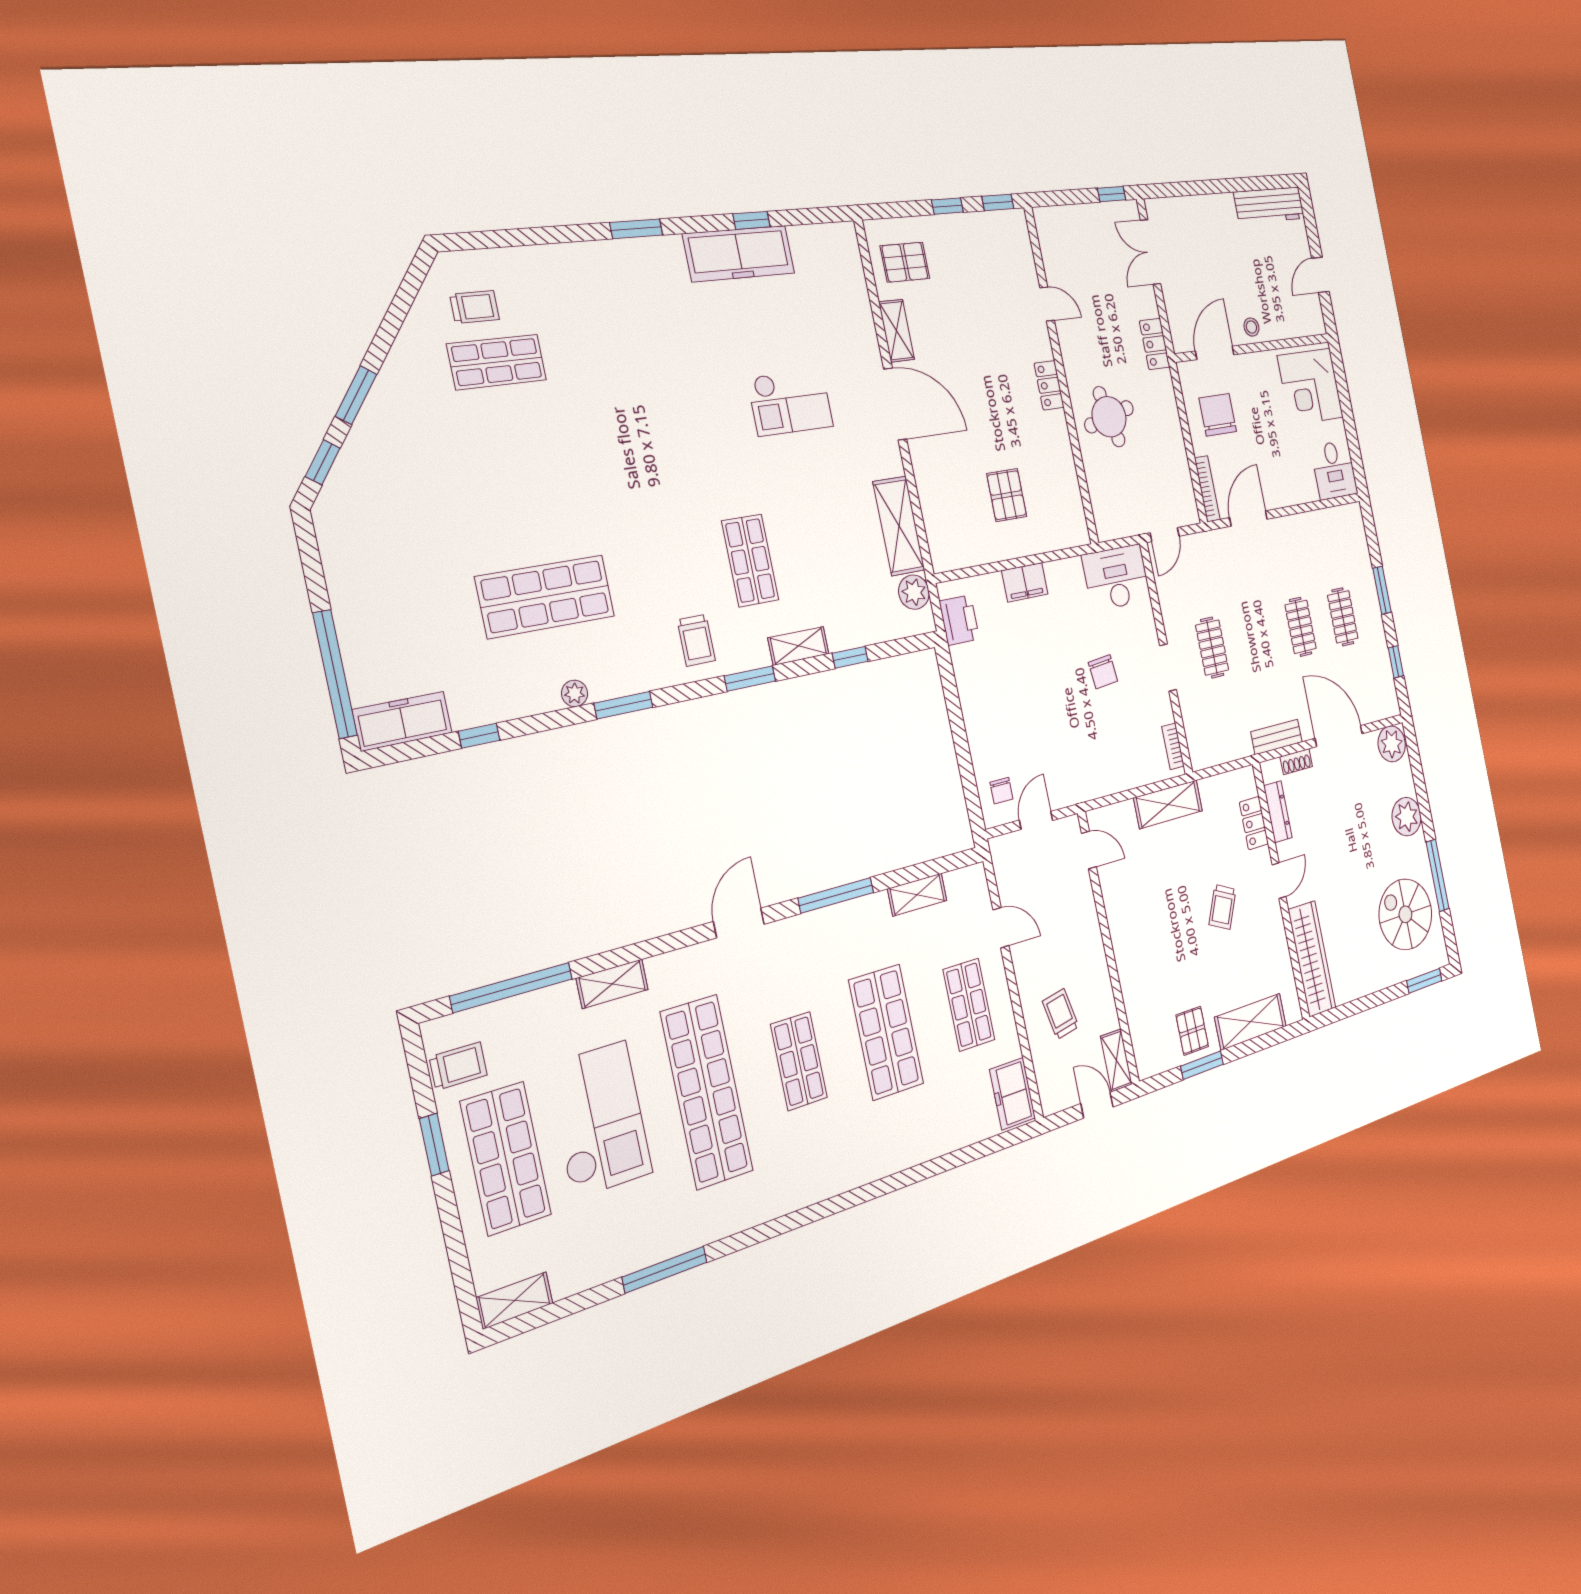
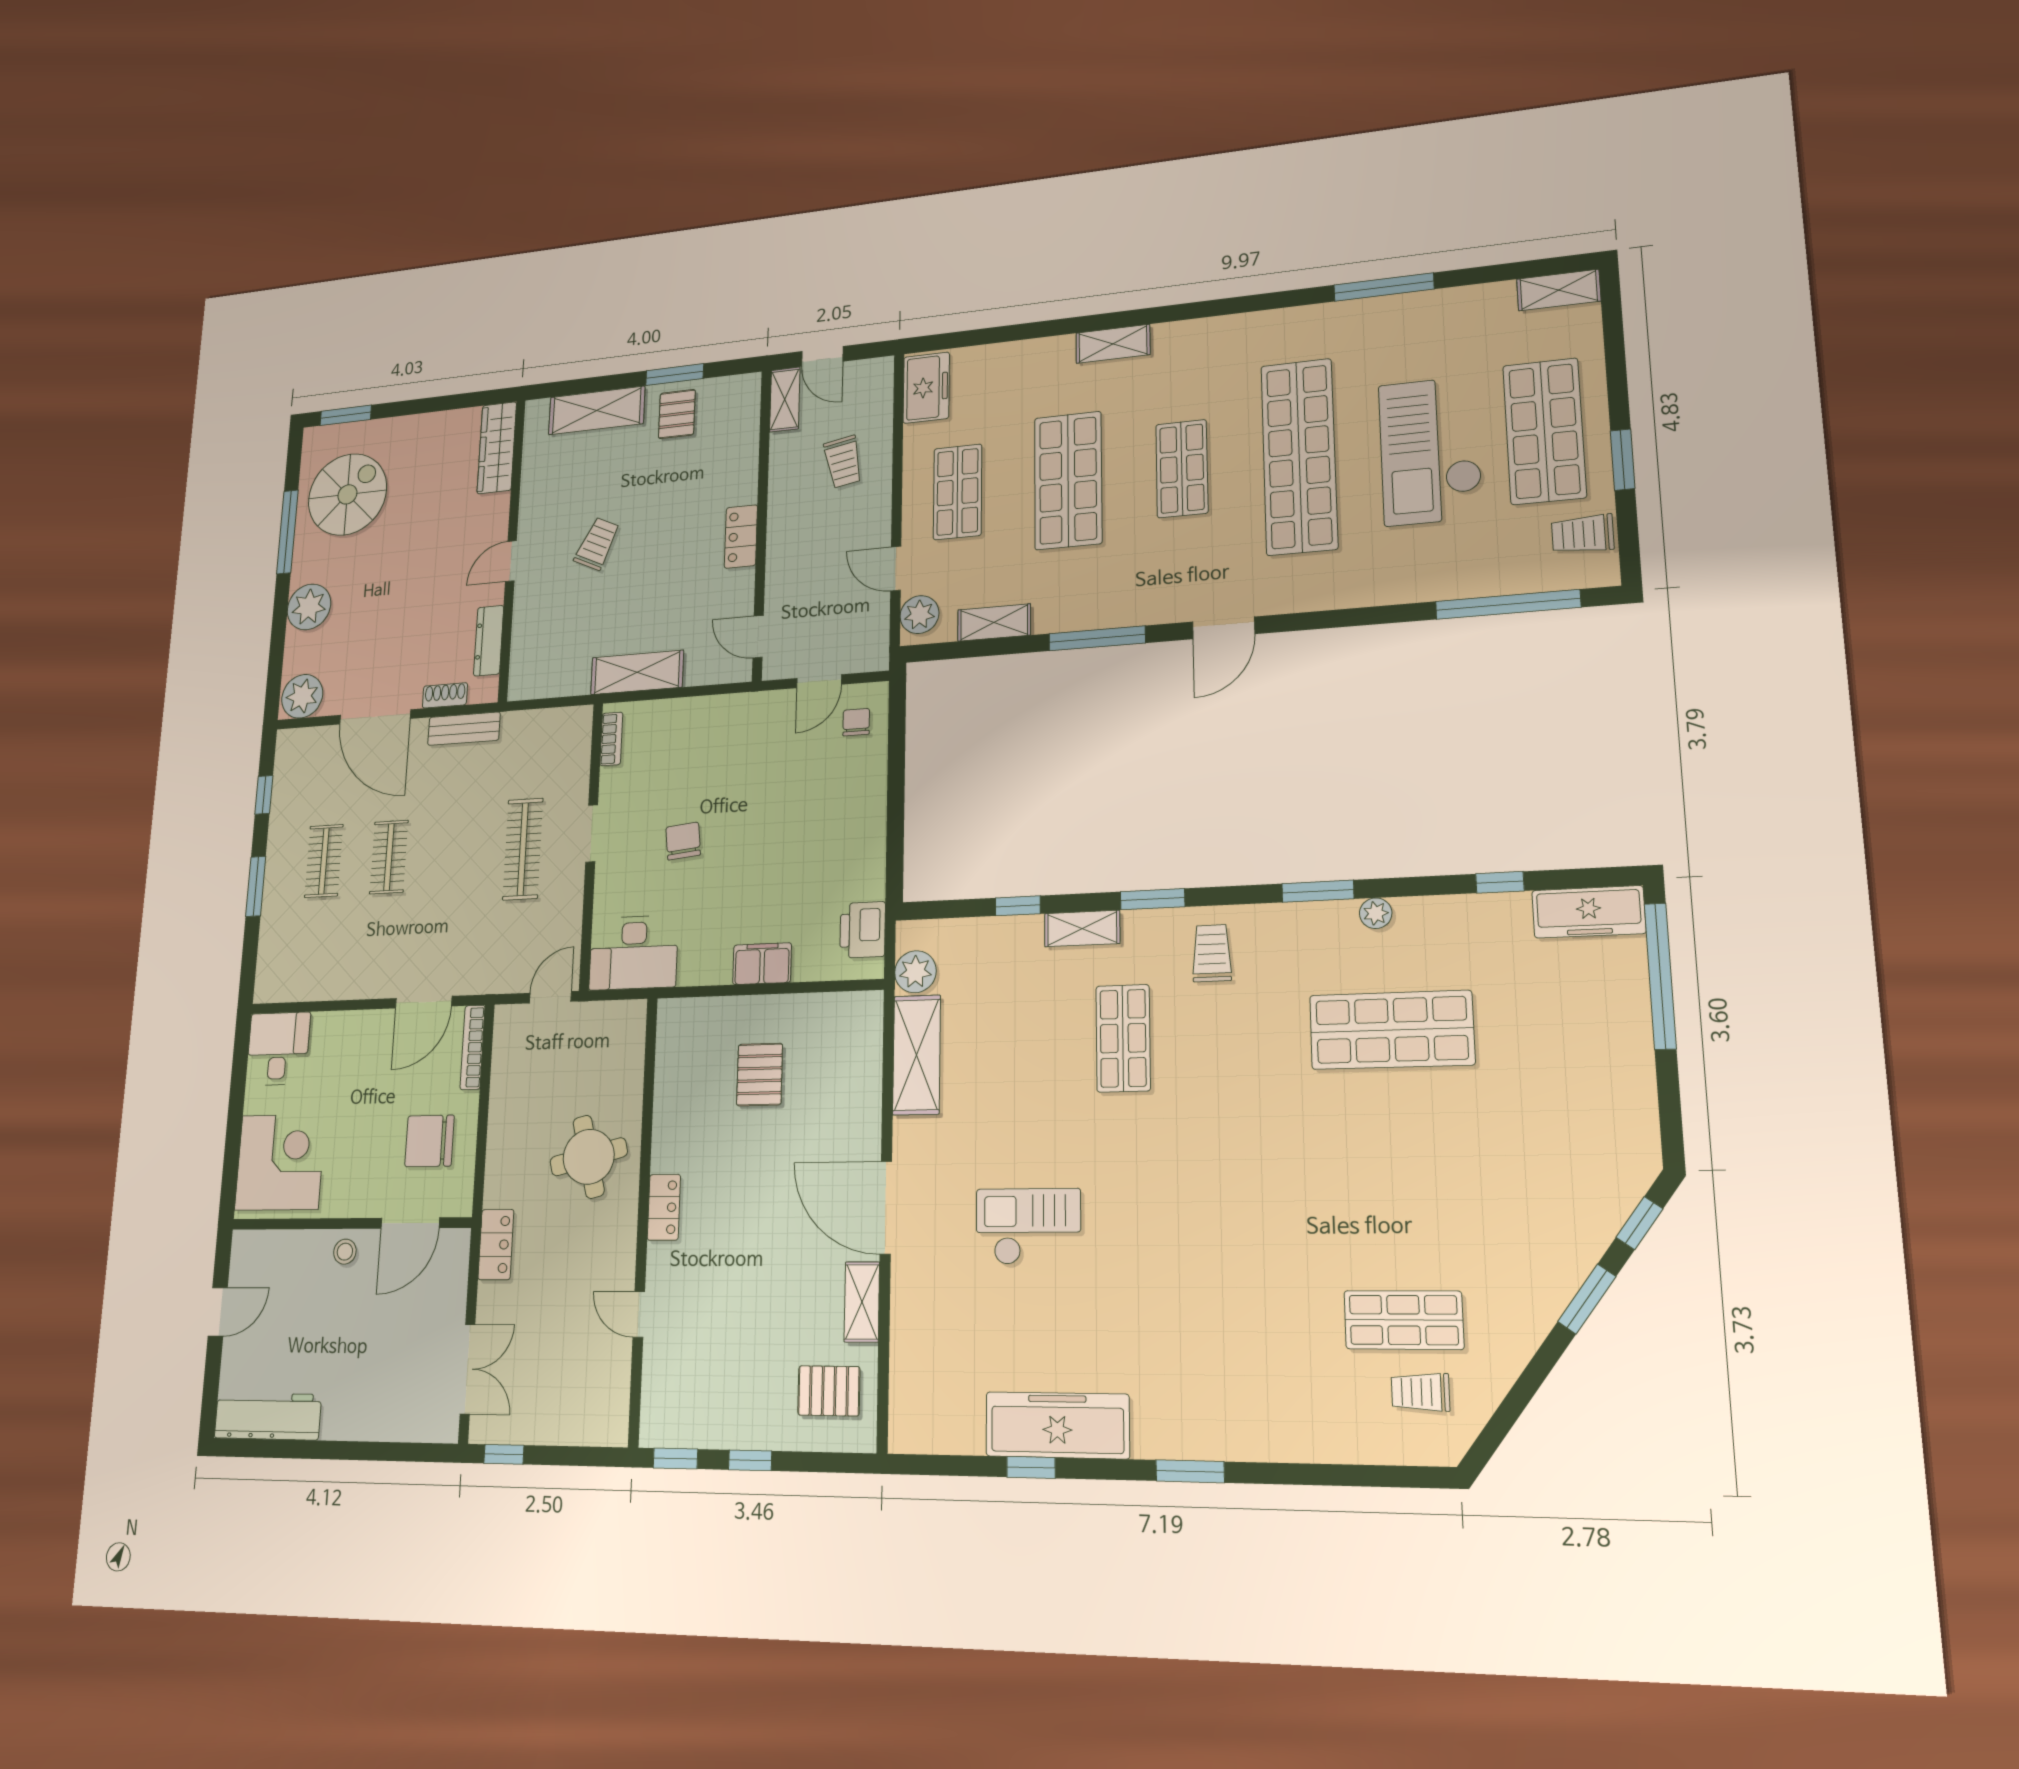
chair: (1218, 415) -> (429, 1141), turned 90
clothes rail: (1212, 648) -> (523, 849), width x1.36
locker: (1254, 823) -> (741, 537), moved, turned 180
plant: (975, 891) -> (919, 615), added
spiral stairs: (1405, 914) -> (347, 494), turned -90
wardrobe: (1312, 959) -> (497, 448), width x0.71, depth x0.85
shelving: (612, 984) -> (1113, 344), moved

